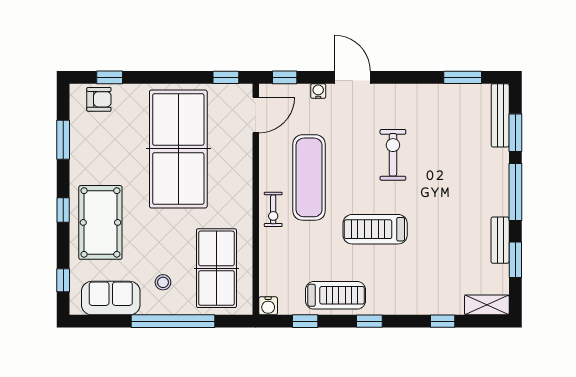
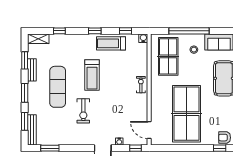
window: (226, 77) -> (164, 148), removed
door: (256, 115) -> (149, 130), hinge flipped
exercise mat: (309, 177) -> (58, 87), moved
window: (515, 192) -> (25, 93), width x0.69
treadmill: (375, 229) -> (92, 75), turned 90

